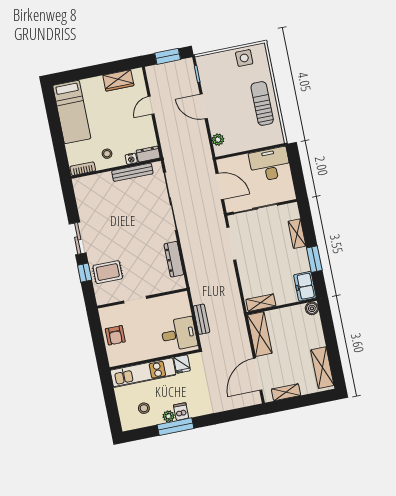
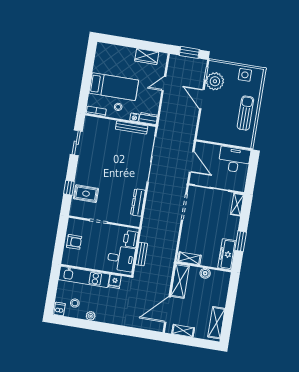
bed: (72, 112) -> (114, 87), moved, turned -90
plant: (218, 140) -> (215, 81), moved, width x1.88, depth x1.88
shelving: (297, 234) -> (237, 204), moved
sliding door: (78, 238) -> (76, 143), moved
freezer: (305, 286) -> (227, 254), width x1.40
printer: (182, 306) -> (131, 239), added
boiler: (312, 308) -> (205, 273), moved
armchair: (115, 335) -> (74, 242), turned -90
dishwasher: (181, 411) -> (60, 309), moved
window: (175, 427) -> (93, 325), removed

